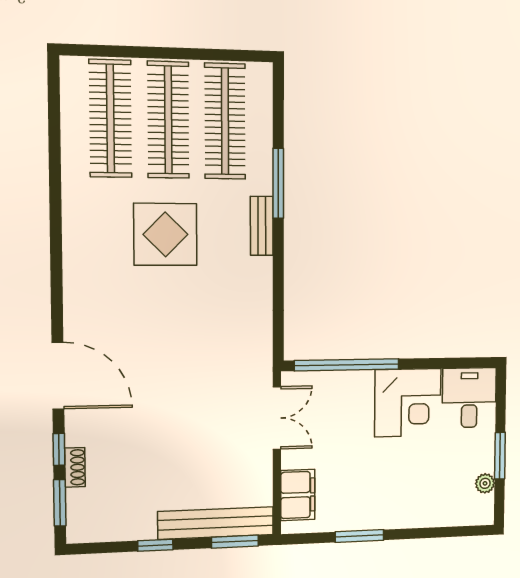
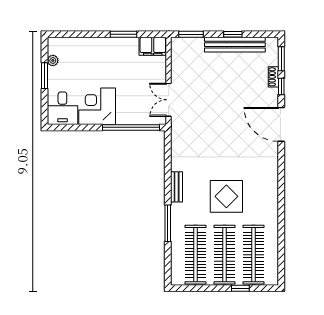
window: (136, 52) -> (240, 288), added
bench: (262, 226) -> (177, 187), moved
filing cabinet: (298, 495) -> (153, 46), moved, turned -90
bench: (216, 523) -> (235, 45), moved

